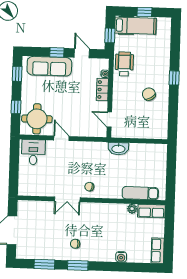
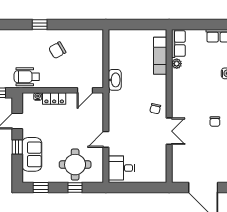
sofa: (49, 66) -> (32, 154), width x0.73
round table: (37, 119) -> (75, 165), moved

